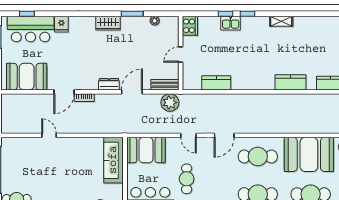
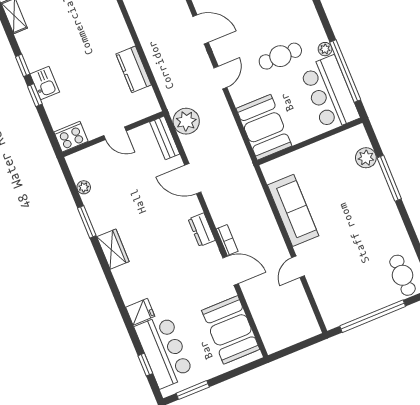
dresser: (109, 84) -> (202, 230), moved
sofa: (113, 160) -> (293, 210), moved, turned -90

